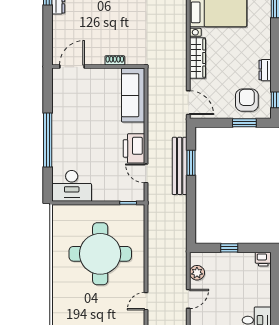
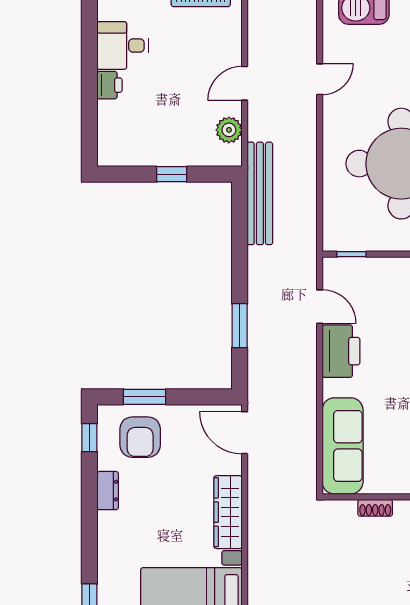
bench: (180, 166) -> (260, 193), moved
printer: (263, 259) -> (110, 85), moved, turned 90

